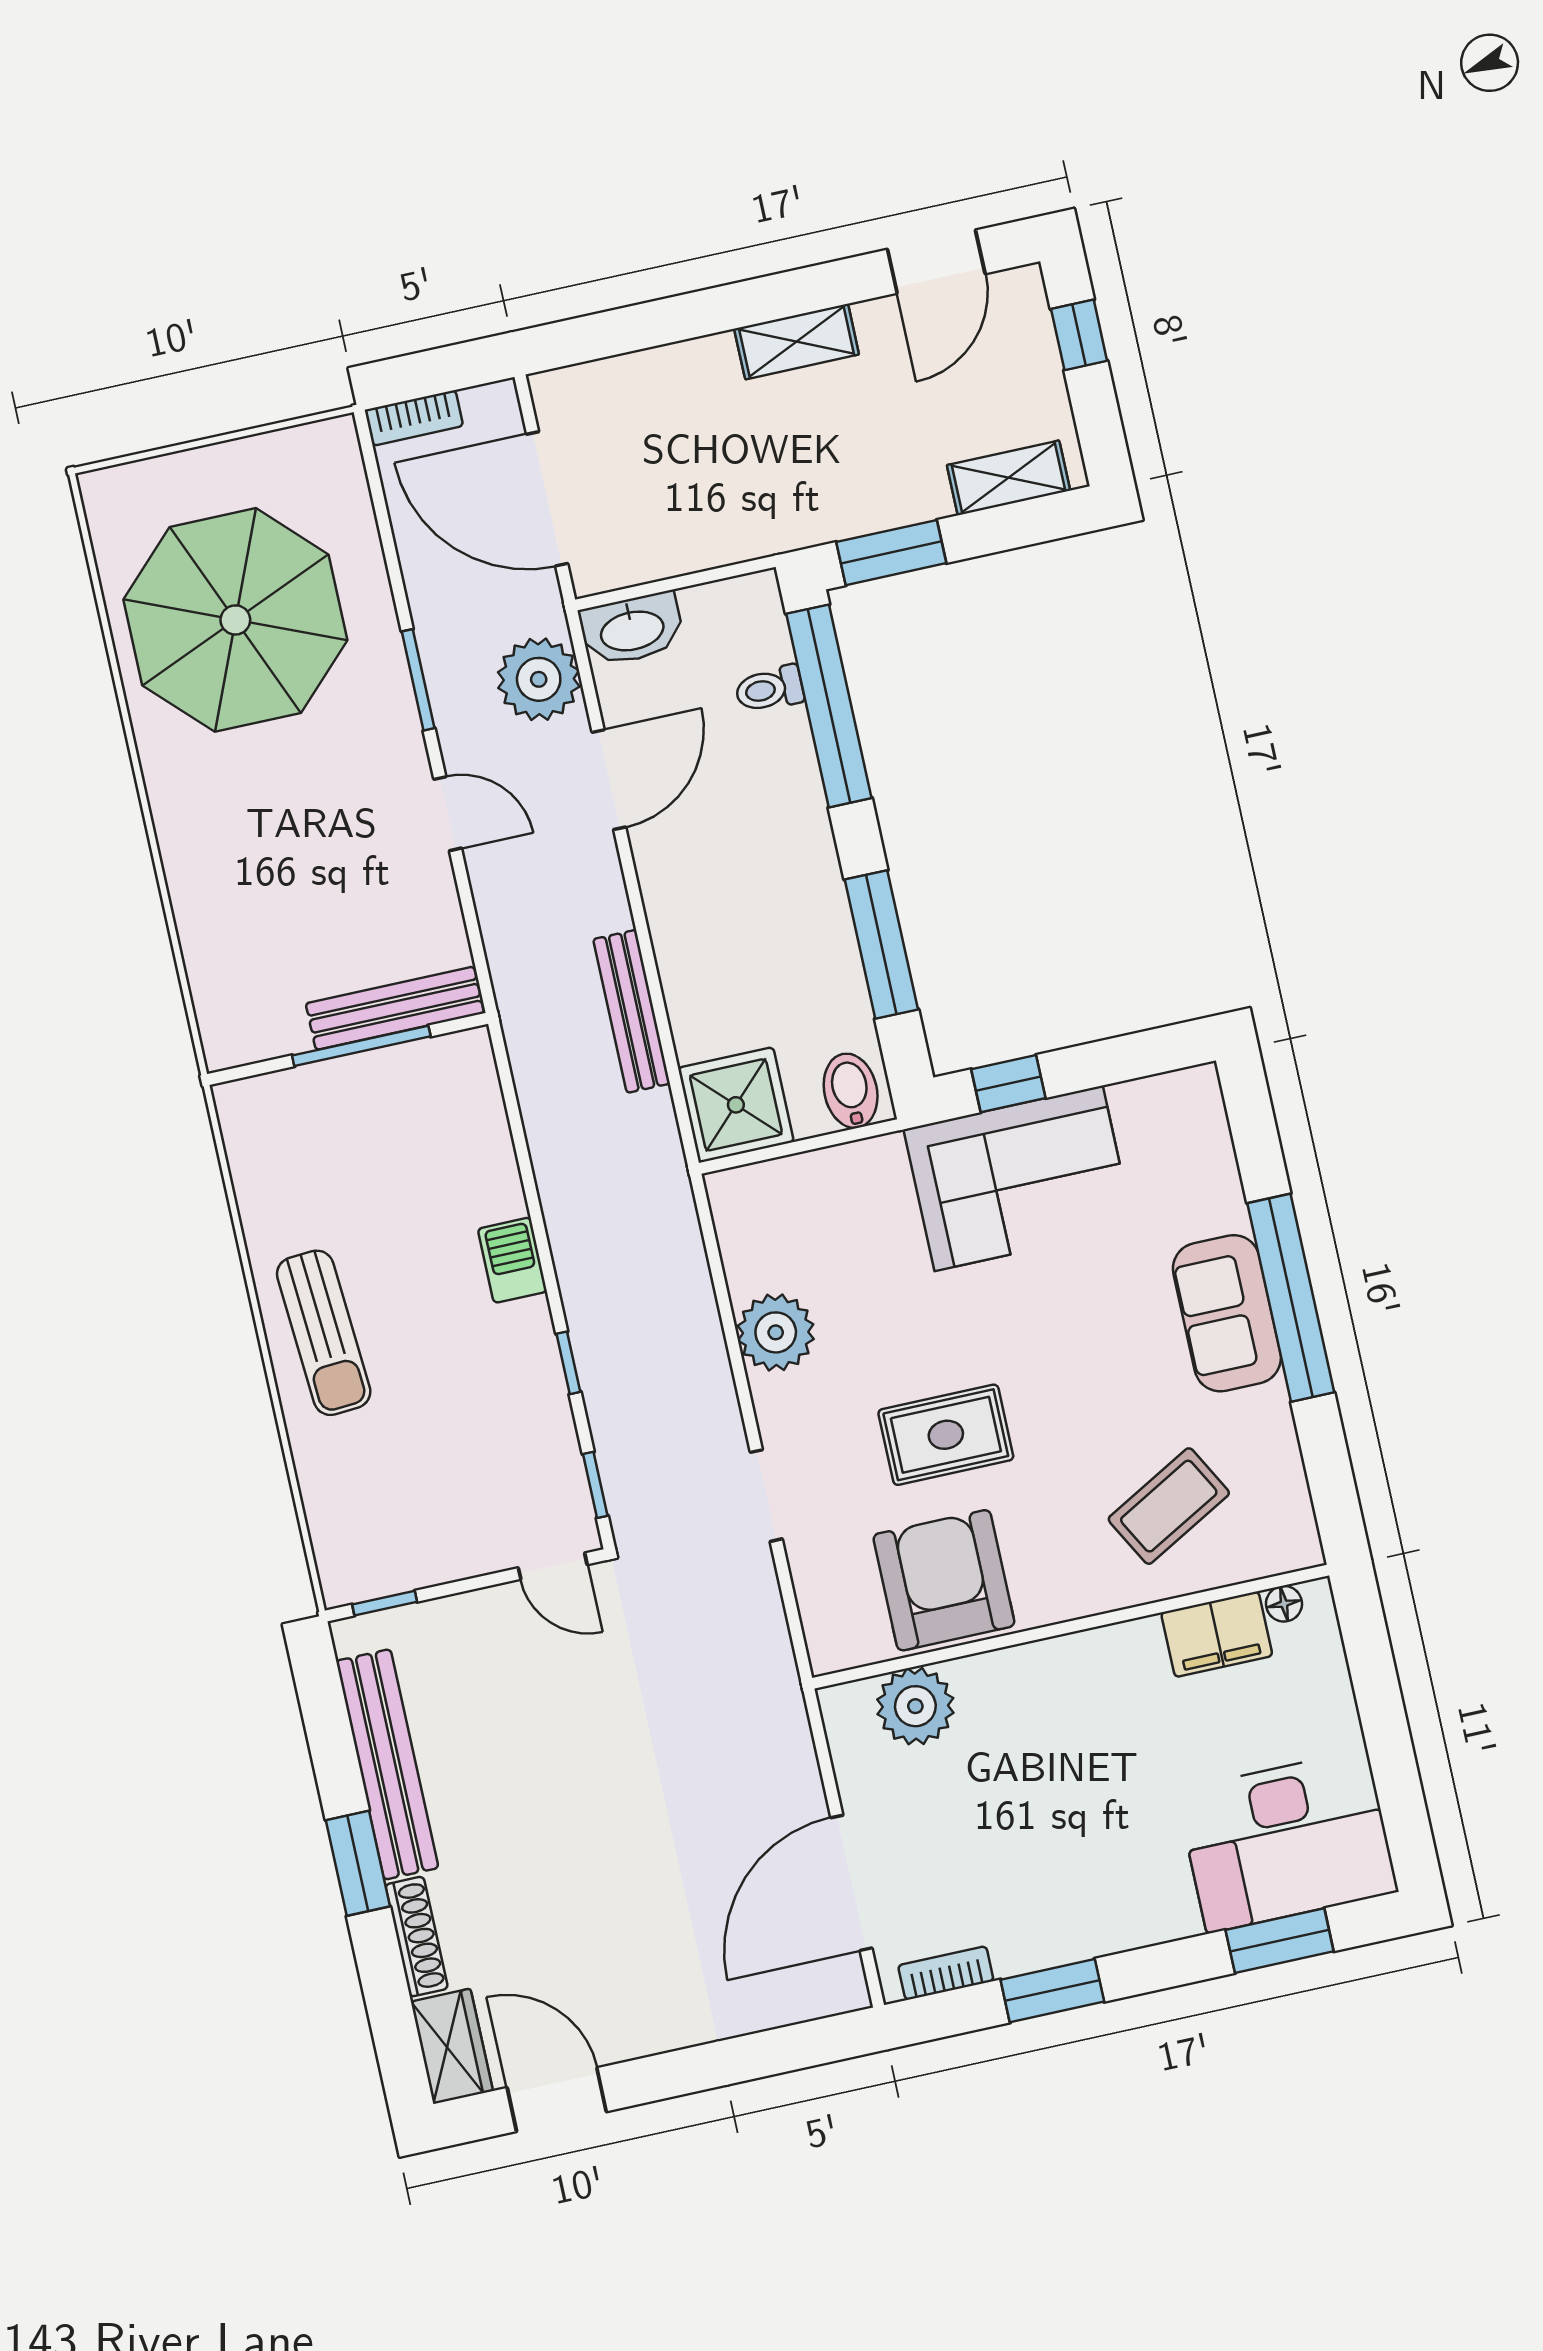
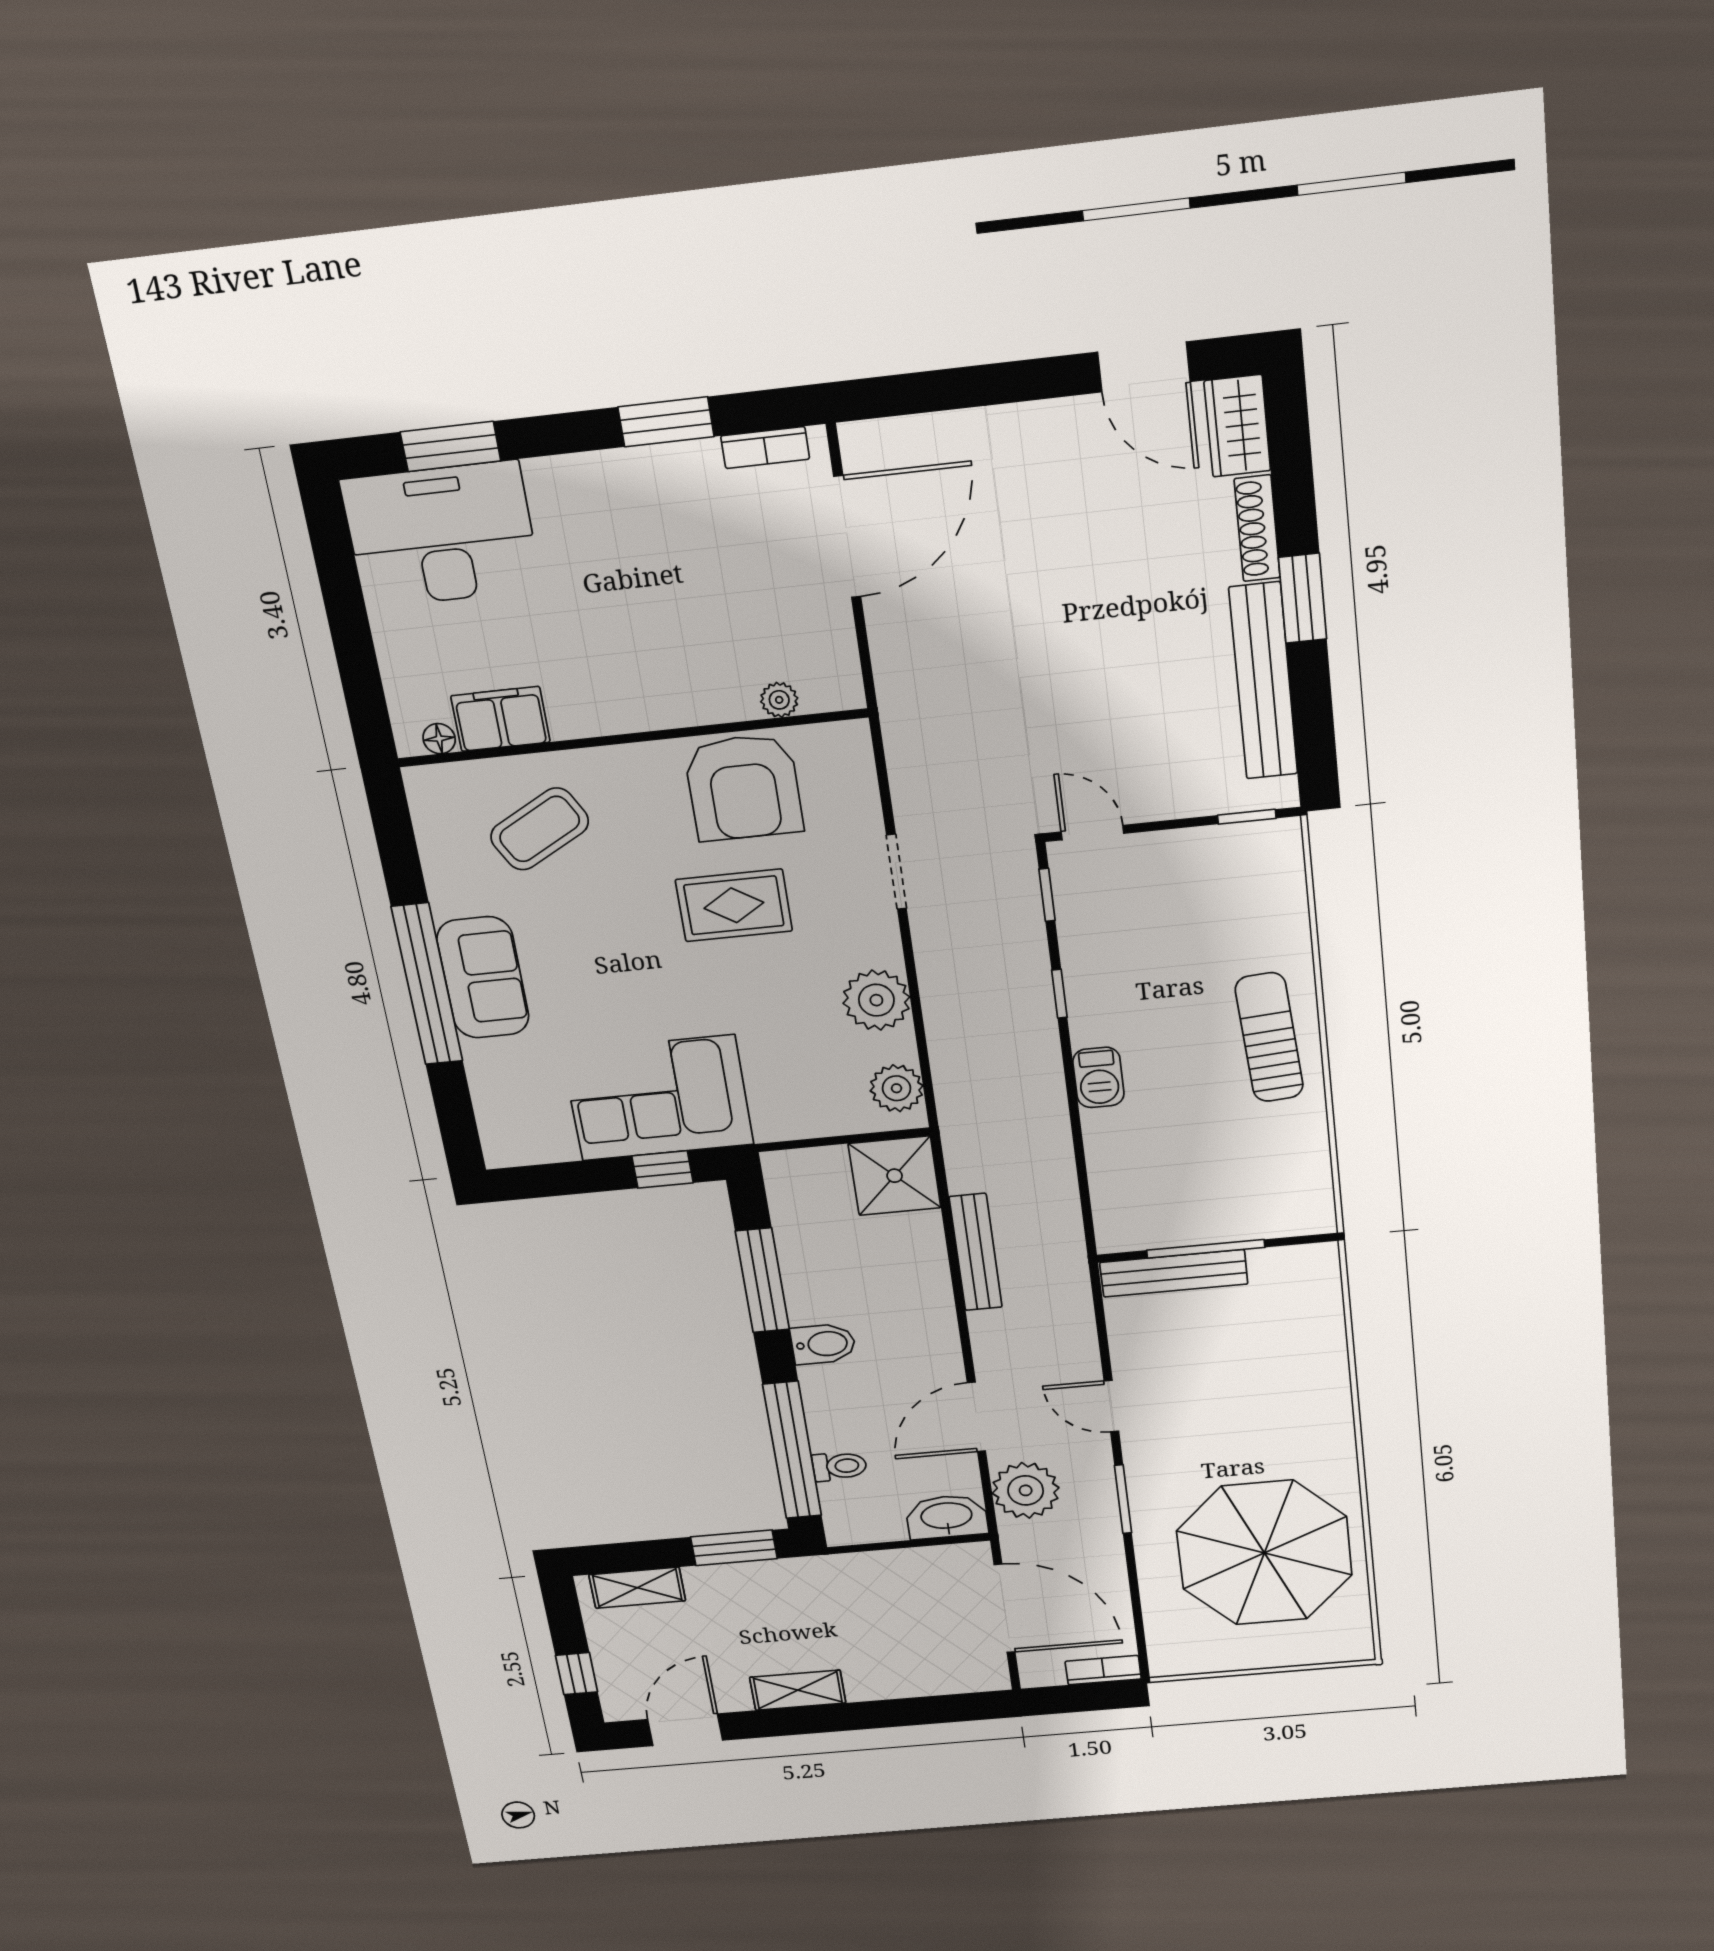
bidet: (851, 1091) -> (823, 1344), moved, turned -90
plant: (743, 1221) -> (897, 1088), added
plant: (915, 1706) -> (779, 700), width x0.53, depth x0.53

